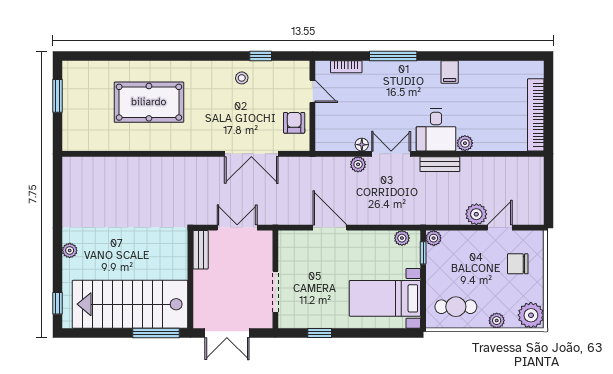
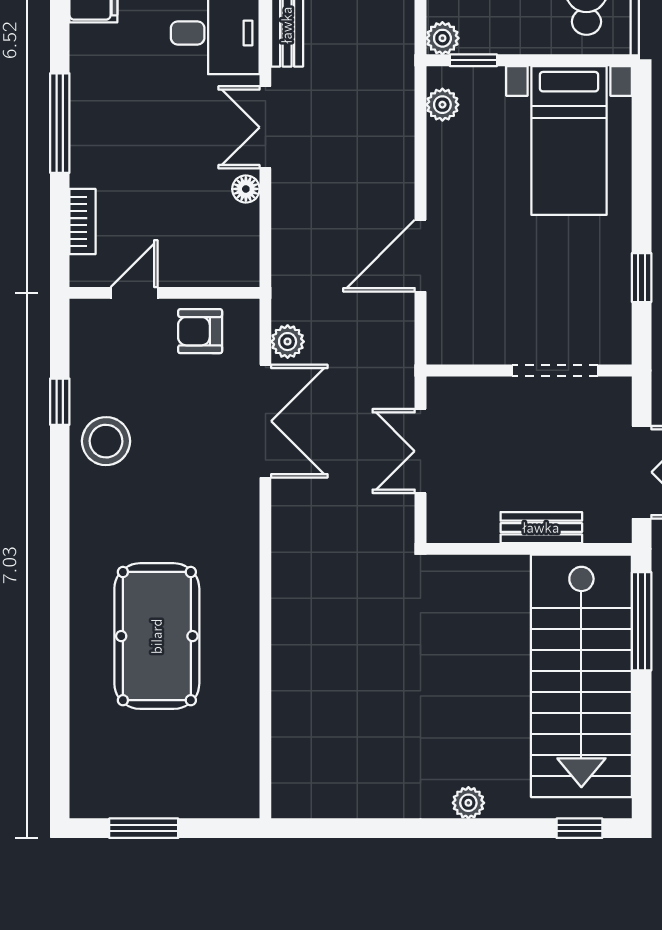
stool: (242, 78) -> (106, 441), width x1.89, depth x1.89
plant: (358, 164) -> (288, 342), moved
bench: (201, 250) -> (541, 528), moved

